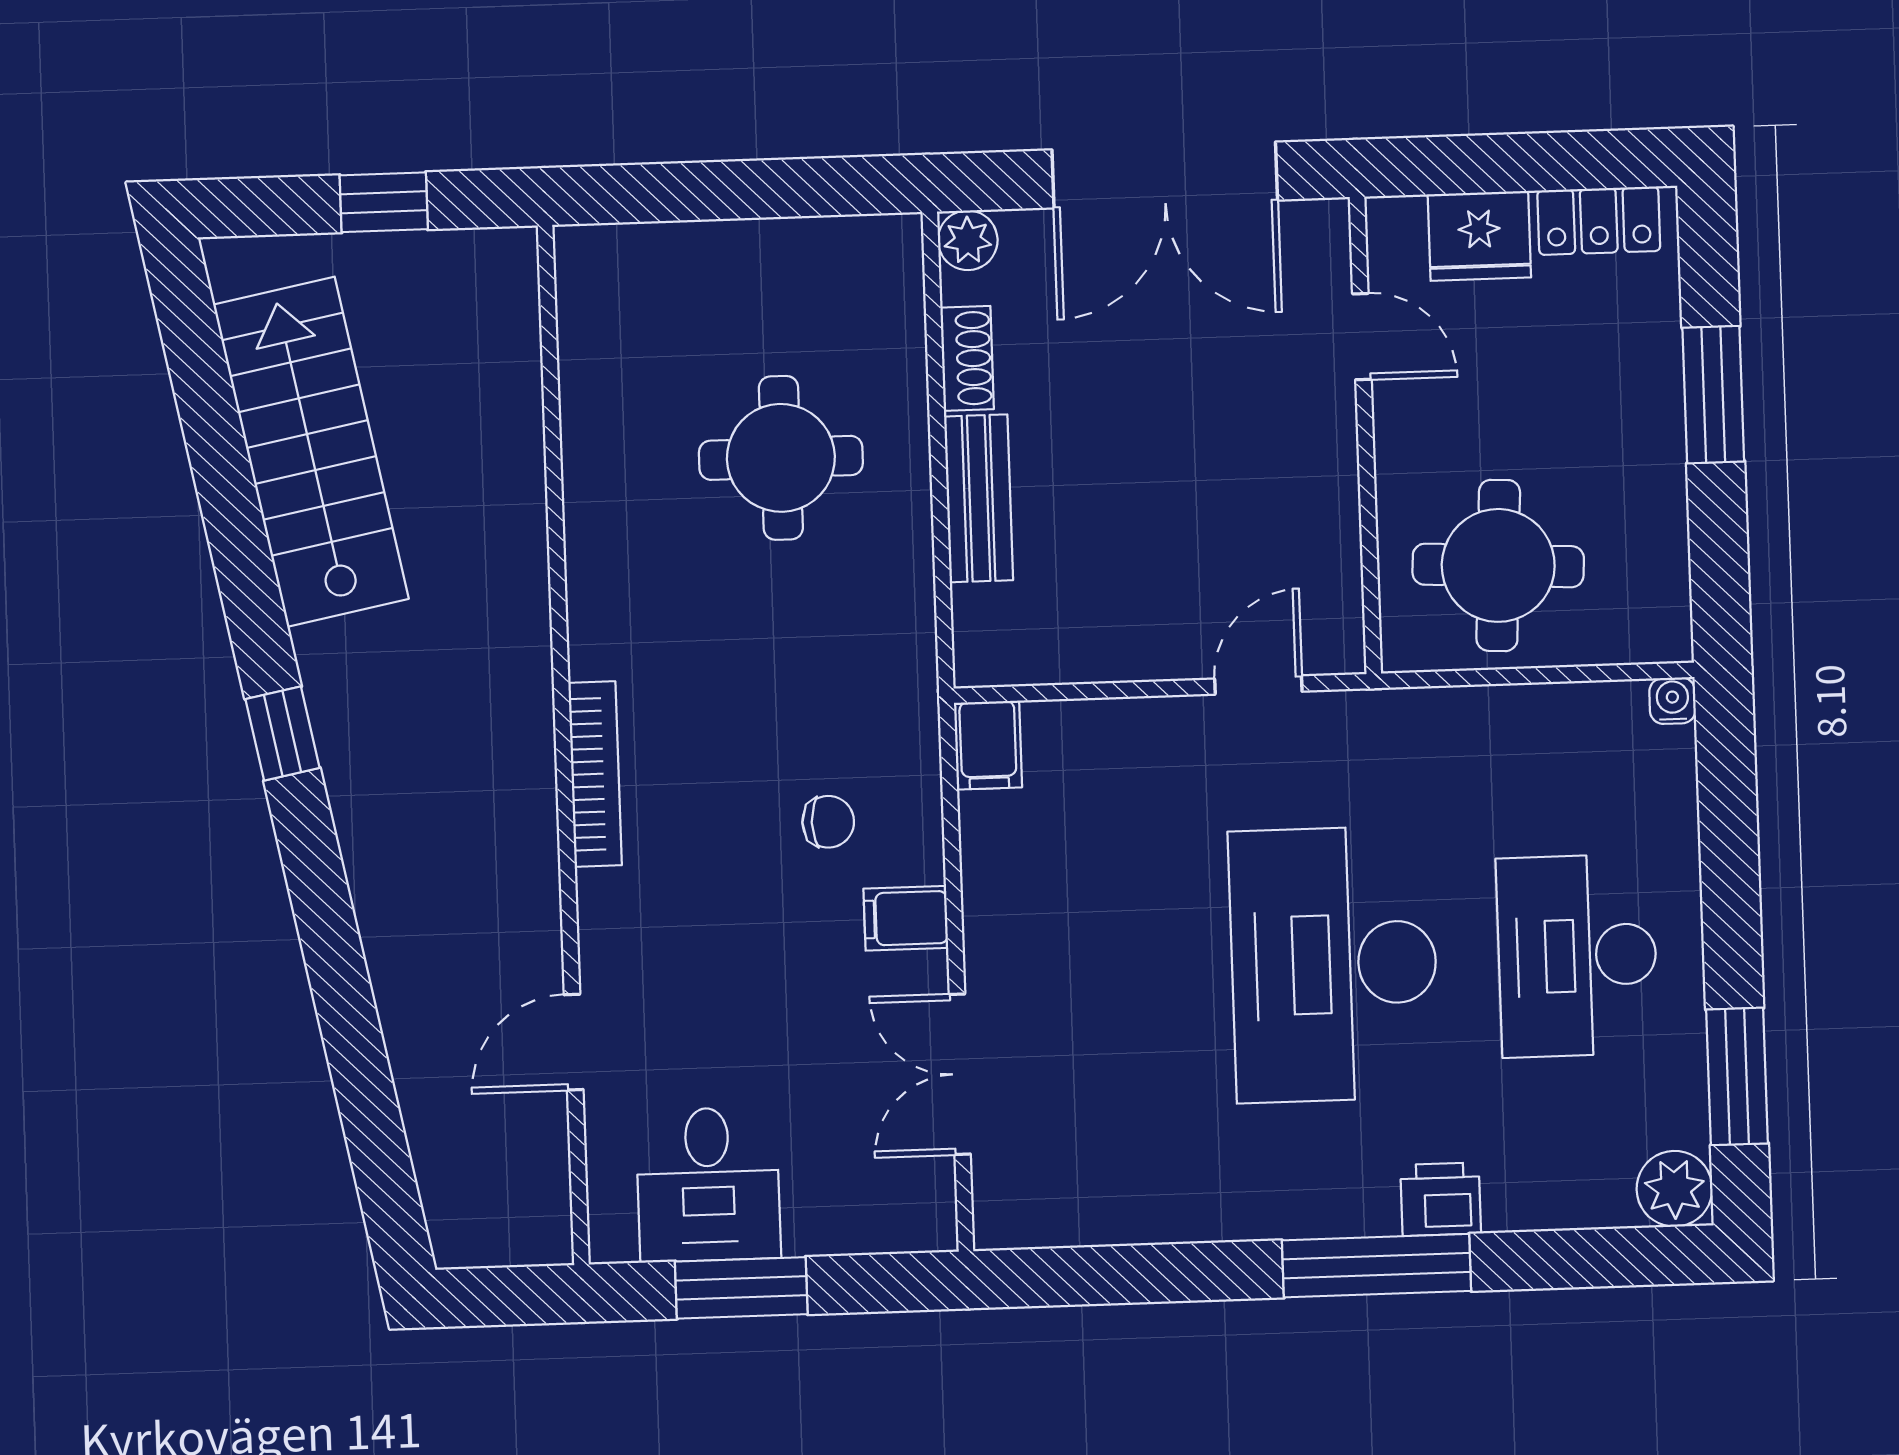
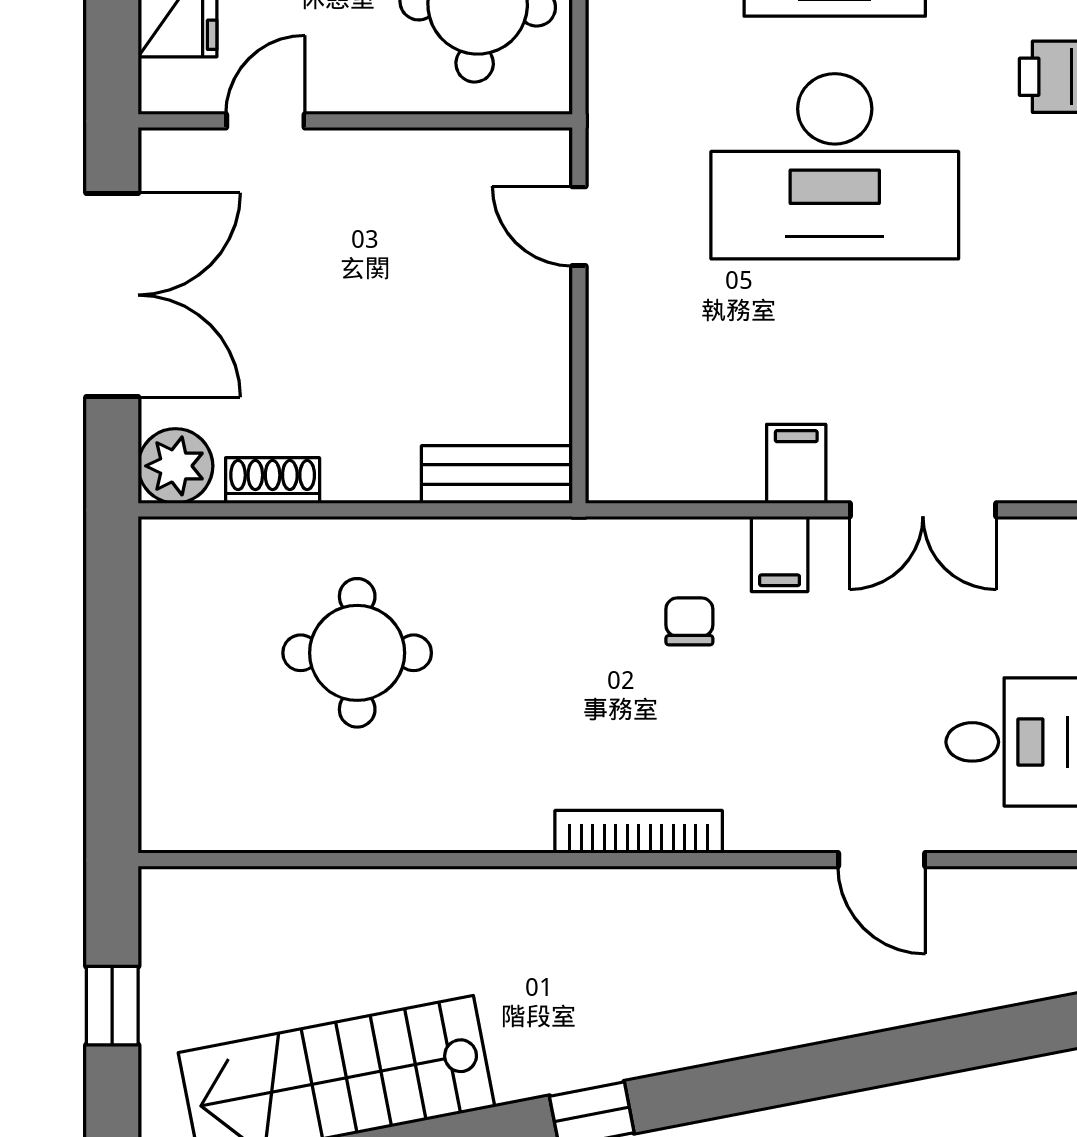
plant: (968, 240) -> (175, 466), width x1.38, depth x1.38
bench: (979, 498) -> (497, 474), moved
filing cabinet: (988, 745) -> (796, 464), moved, turned -90

